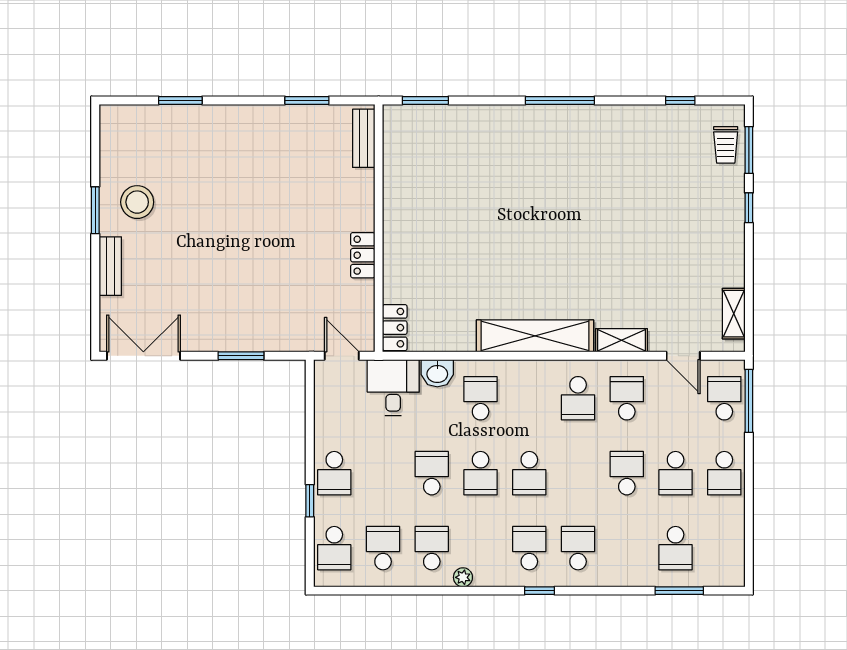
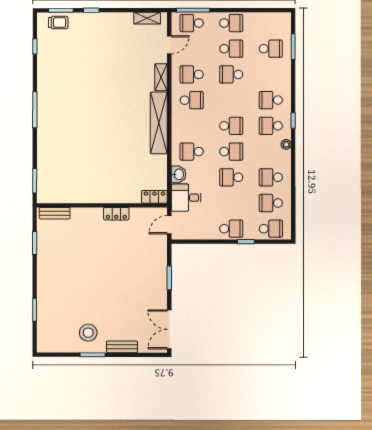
plant: (463, 577) -> (286, 144), moved

